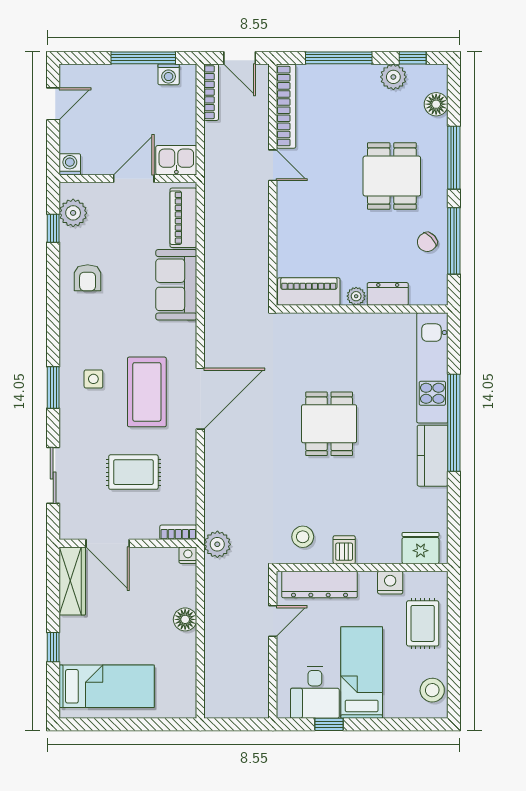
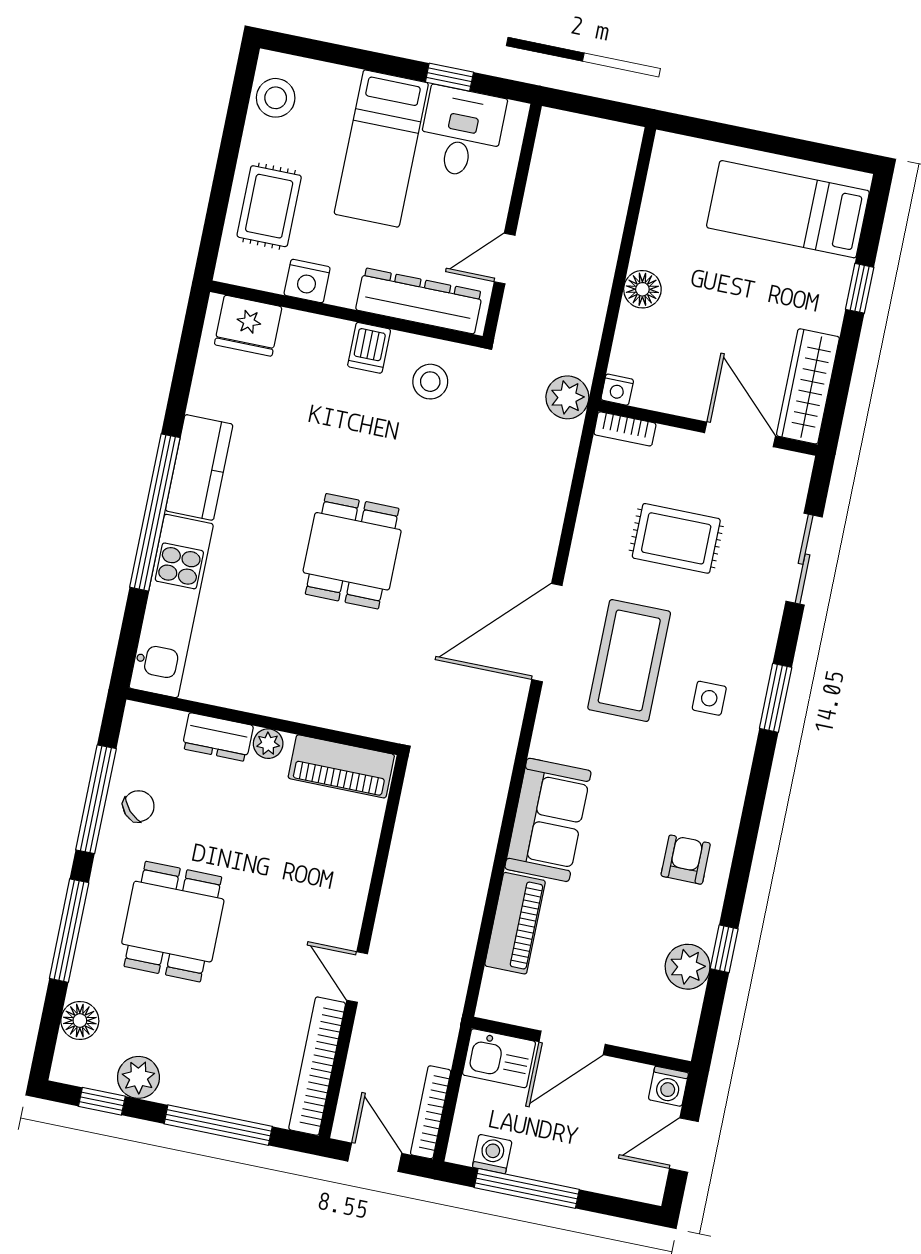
kitchen sink: (176, 160) -> (499, 1058), moved
washing machine: (70, 164) -> (668, 1086), moved
wall: (128, 179) -> (581, 1045), moved
door: (134, 179) -> (572, 1043), moved

